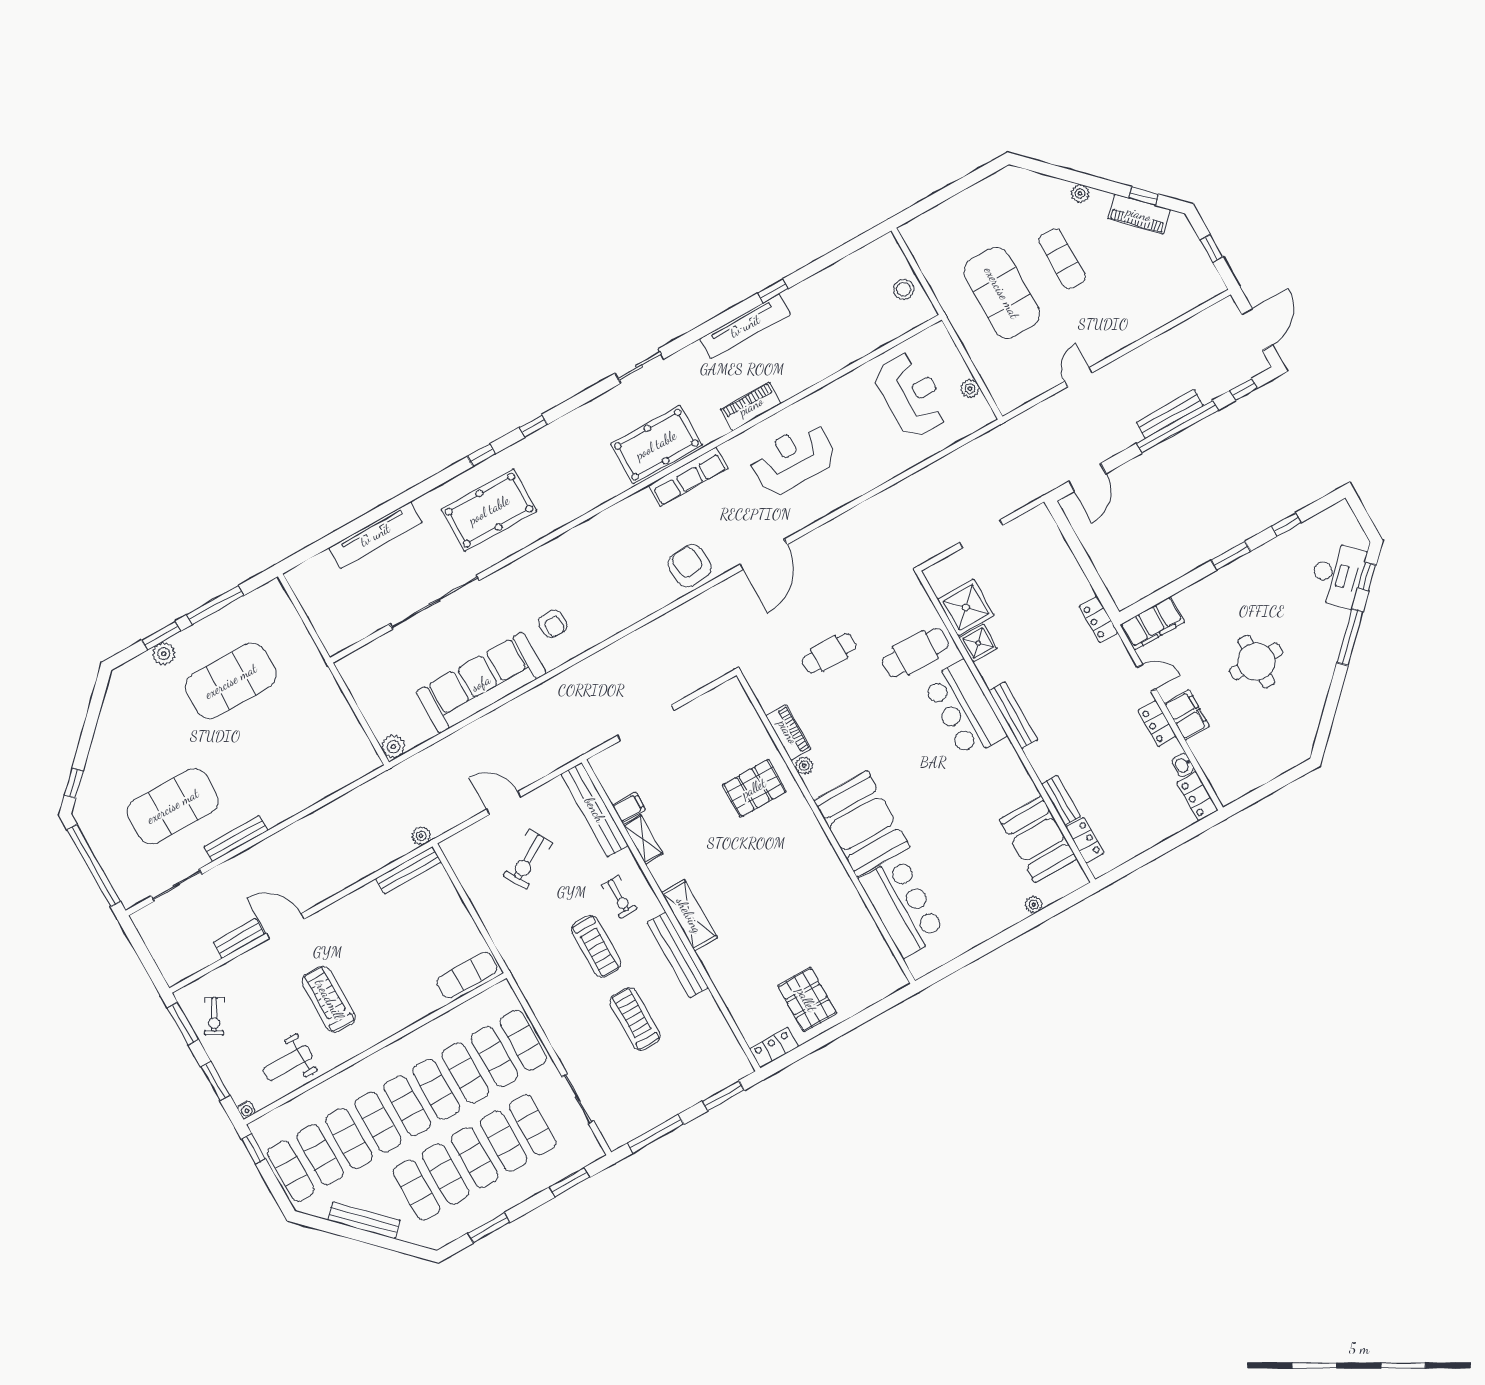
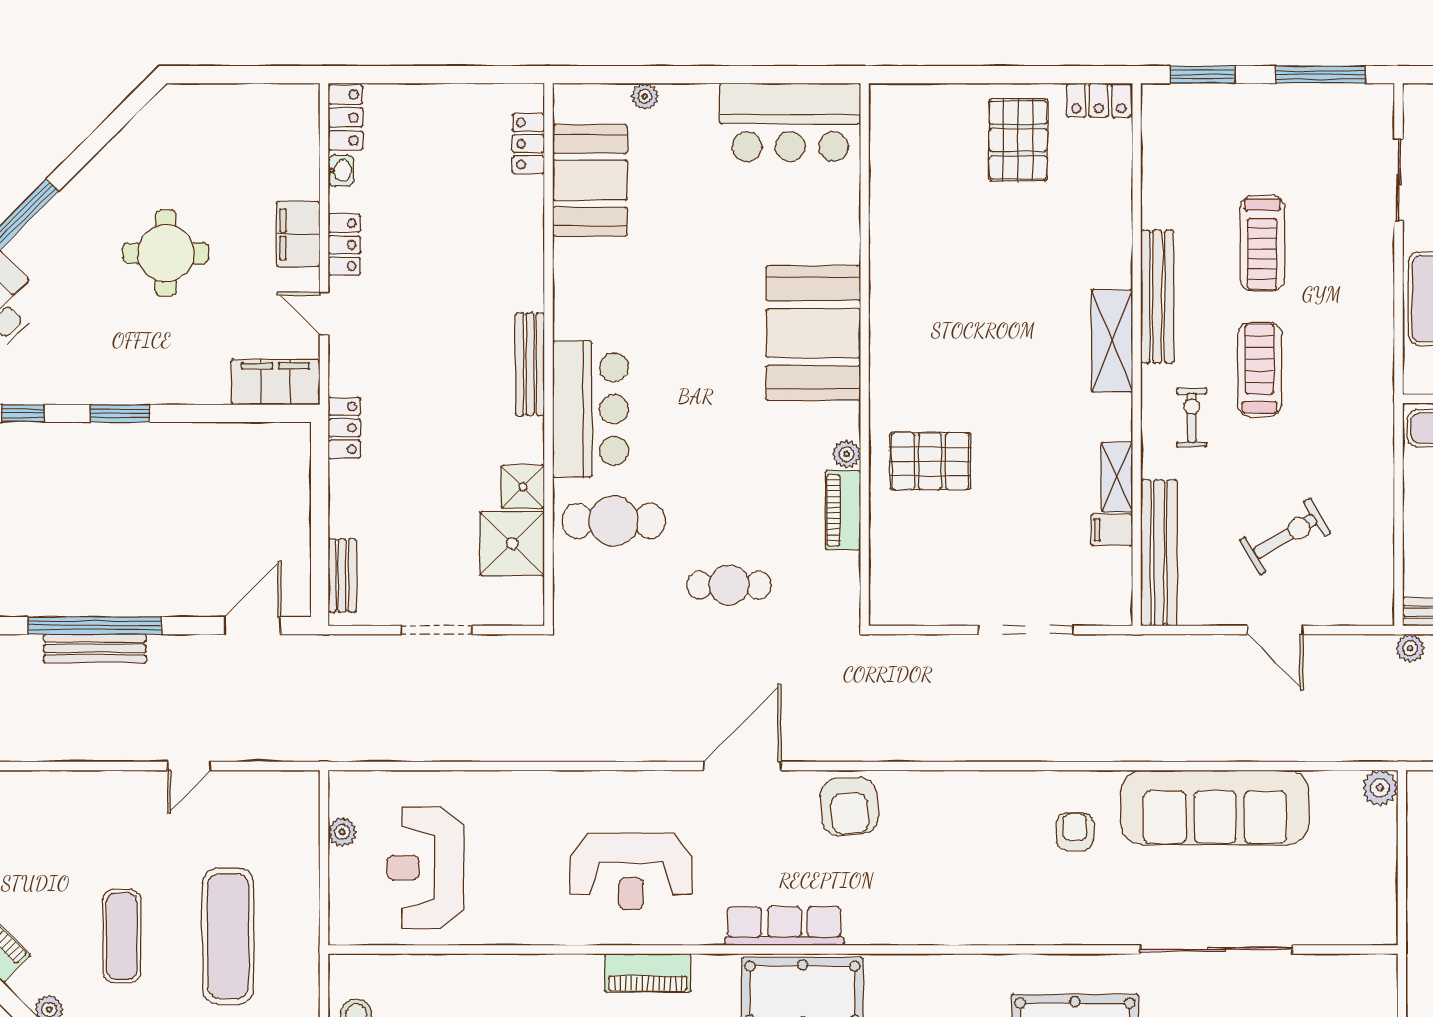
exercise mat: (1002, 293) -> (228, 936), width x0.68
bench: (1061, 800) -> (342, 576), moved
bar counter: (902, 906) -> (790, 122), moved, turned -90

